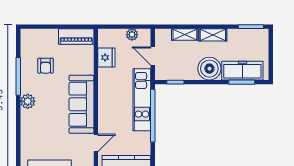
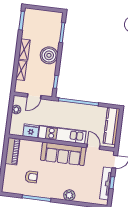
freezer: (242, 71) -> (54, 31), removed
kitchen unit: (142, 100) -> (62, 135), moved, turned 180
plant: (28, 101) -> (69, 195), moved

